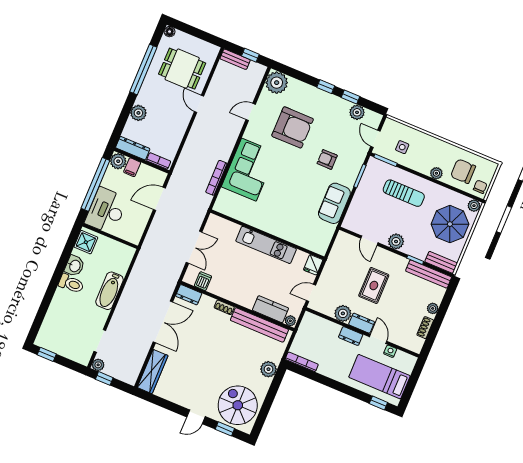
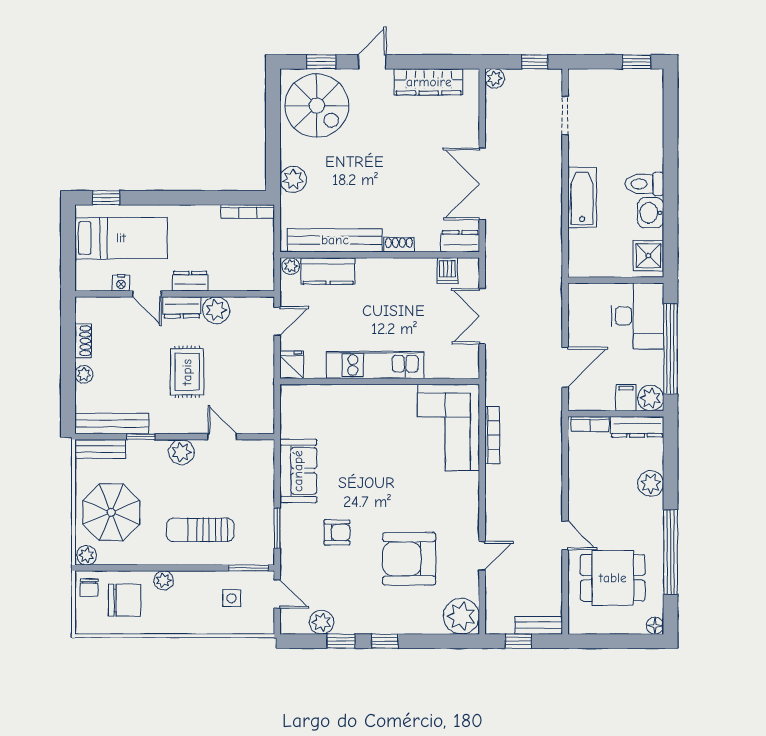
corner sofa: (249, 170) -> (448, 427), moved
plant: (98, 365) -> (495, 78), moved
wardrobe: (153, 372) -> (429, 82), moved, turned -90

